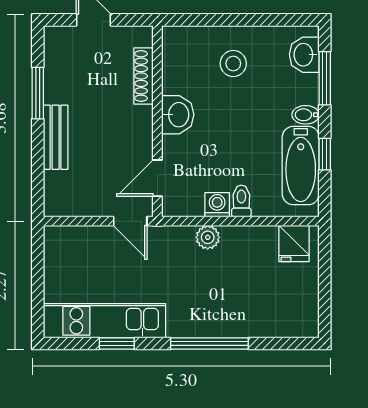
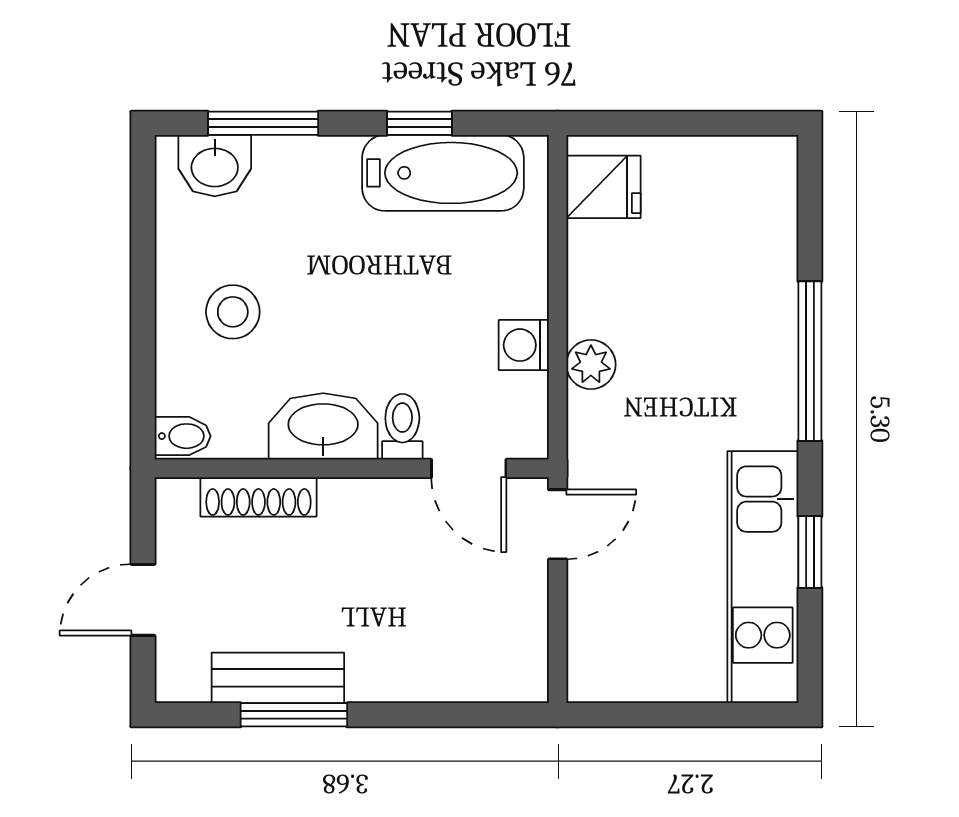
washbasin: (178, 115) -> (323, 426), width x1.38
bidet: (306, 115) -> (183, 436), moved, turned -90
bench: (56, 137) -> (278, 678), moved
toilet: (241, 201) -> (402, 427), moved, turned 90

